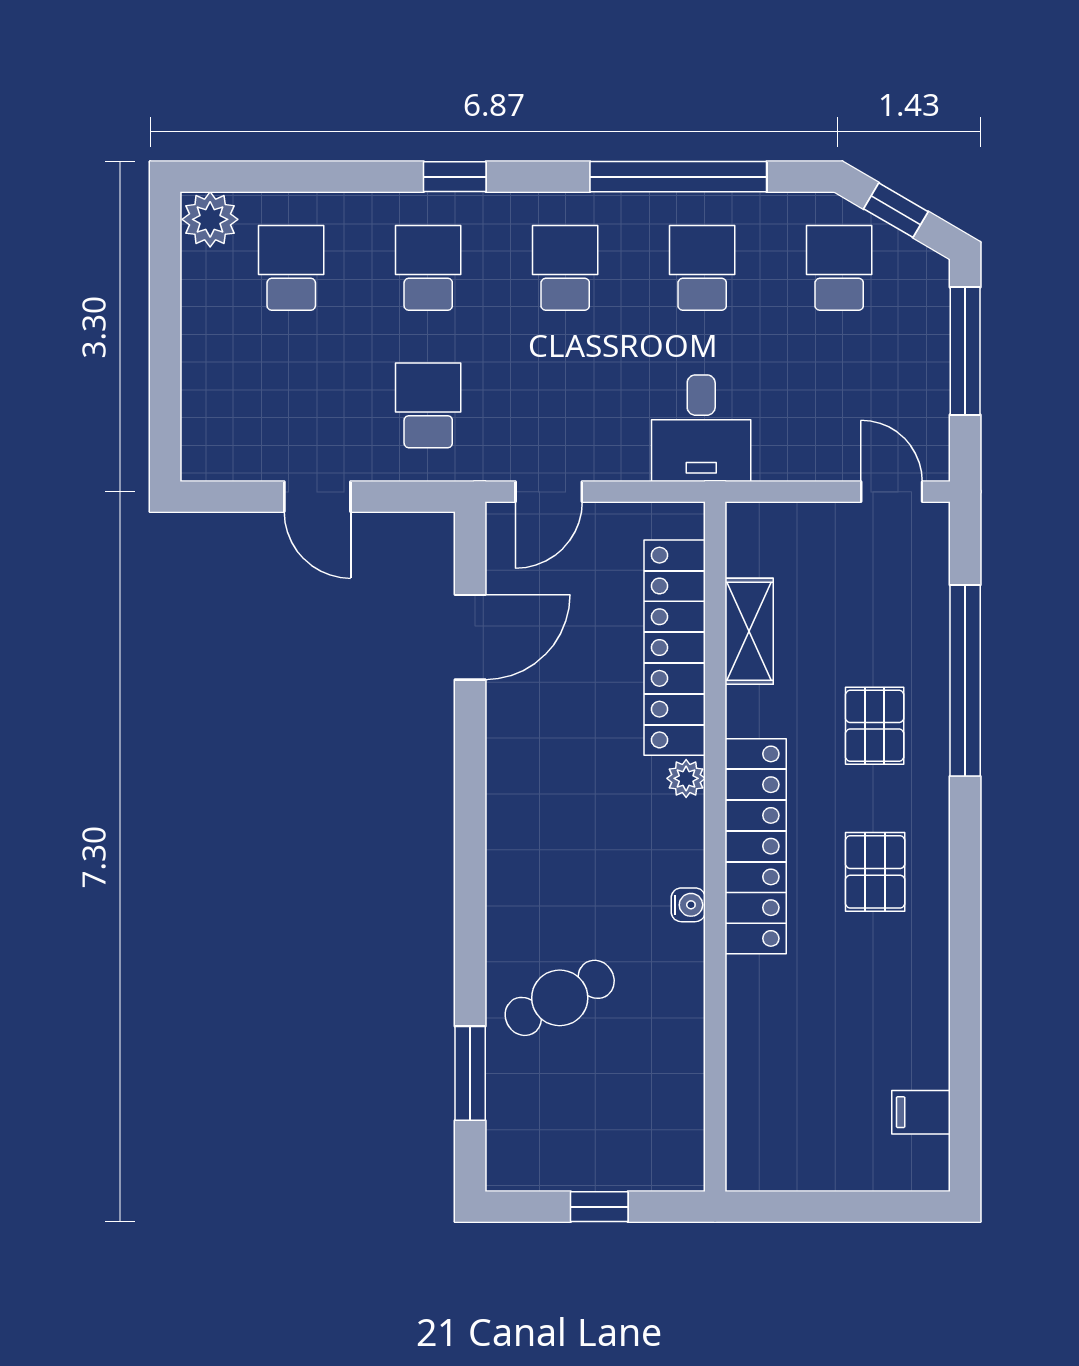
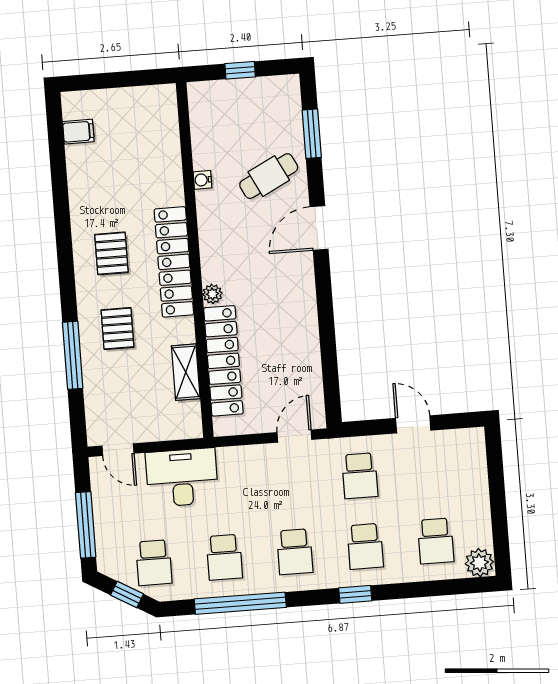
desk: (701, 428) -> (182, 478), moved, width x1.37
door: (470, 637) -> (319, 228), moved
window: (965, 681) -> (73, 355), width x0.68
water cooler: (688, 905) -> (203, 180), moved

